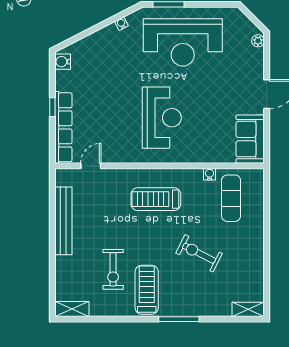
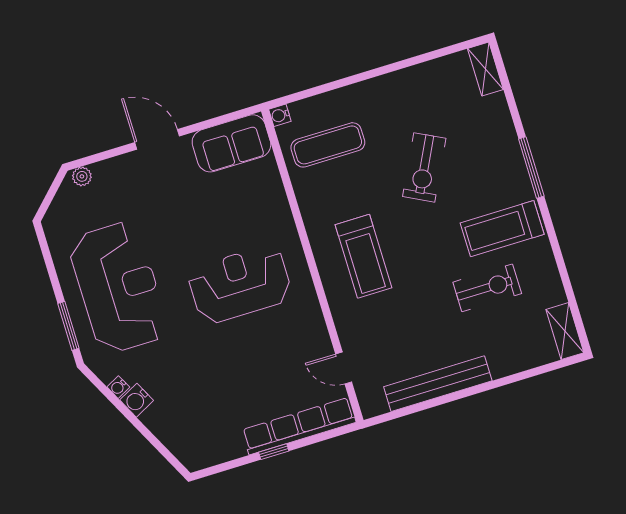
water cooler: (63, 62) -> (137, 400), moved, turned 63
water cooler: (209, 174) -> (280, 115), moved

